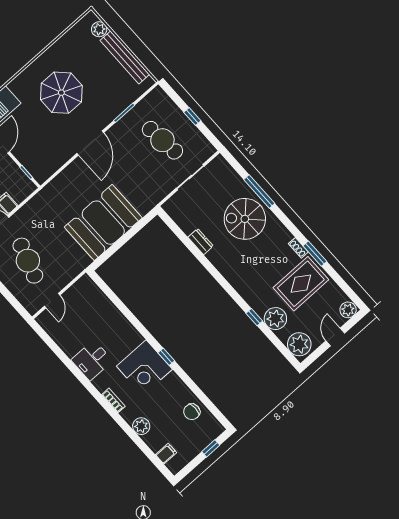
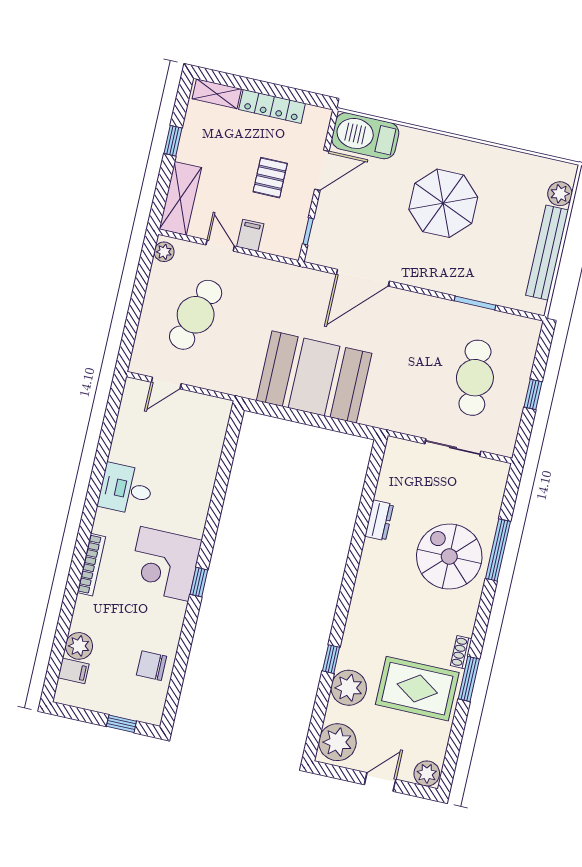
door: (90, 143) -> (363, 278), moved
bookcase: (113, 400) -> (91, 565), width x1.56
plant: (141, 426) -> (79, 646), moved

